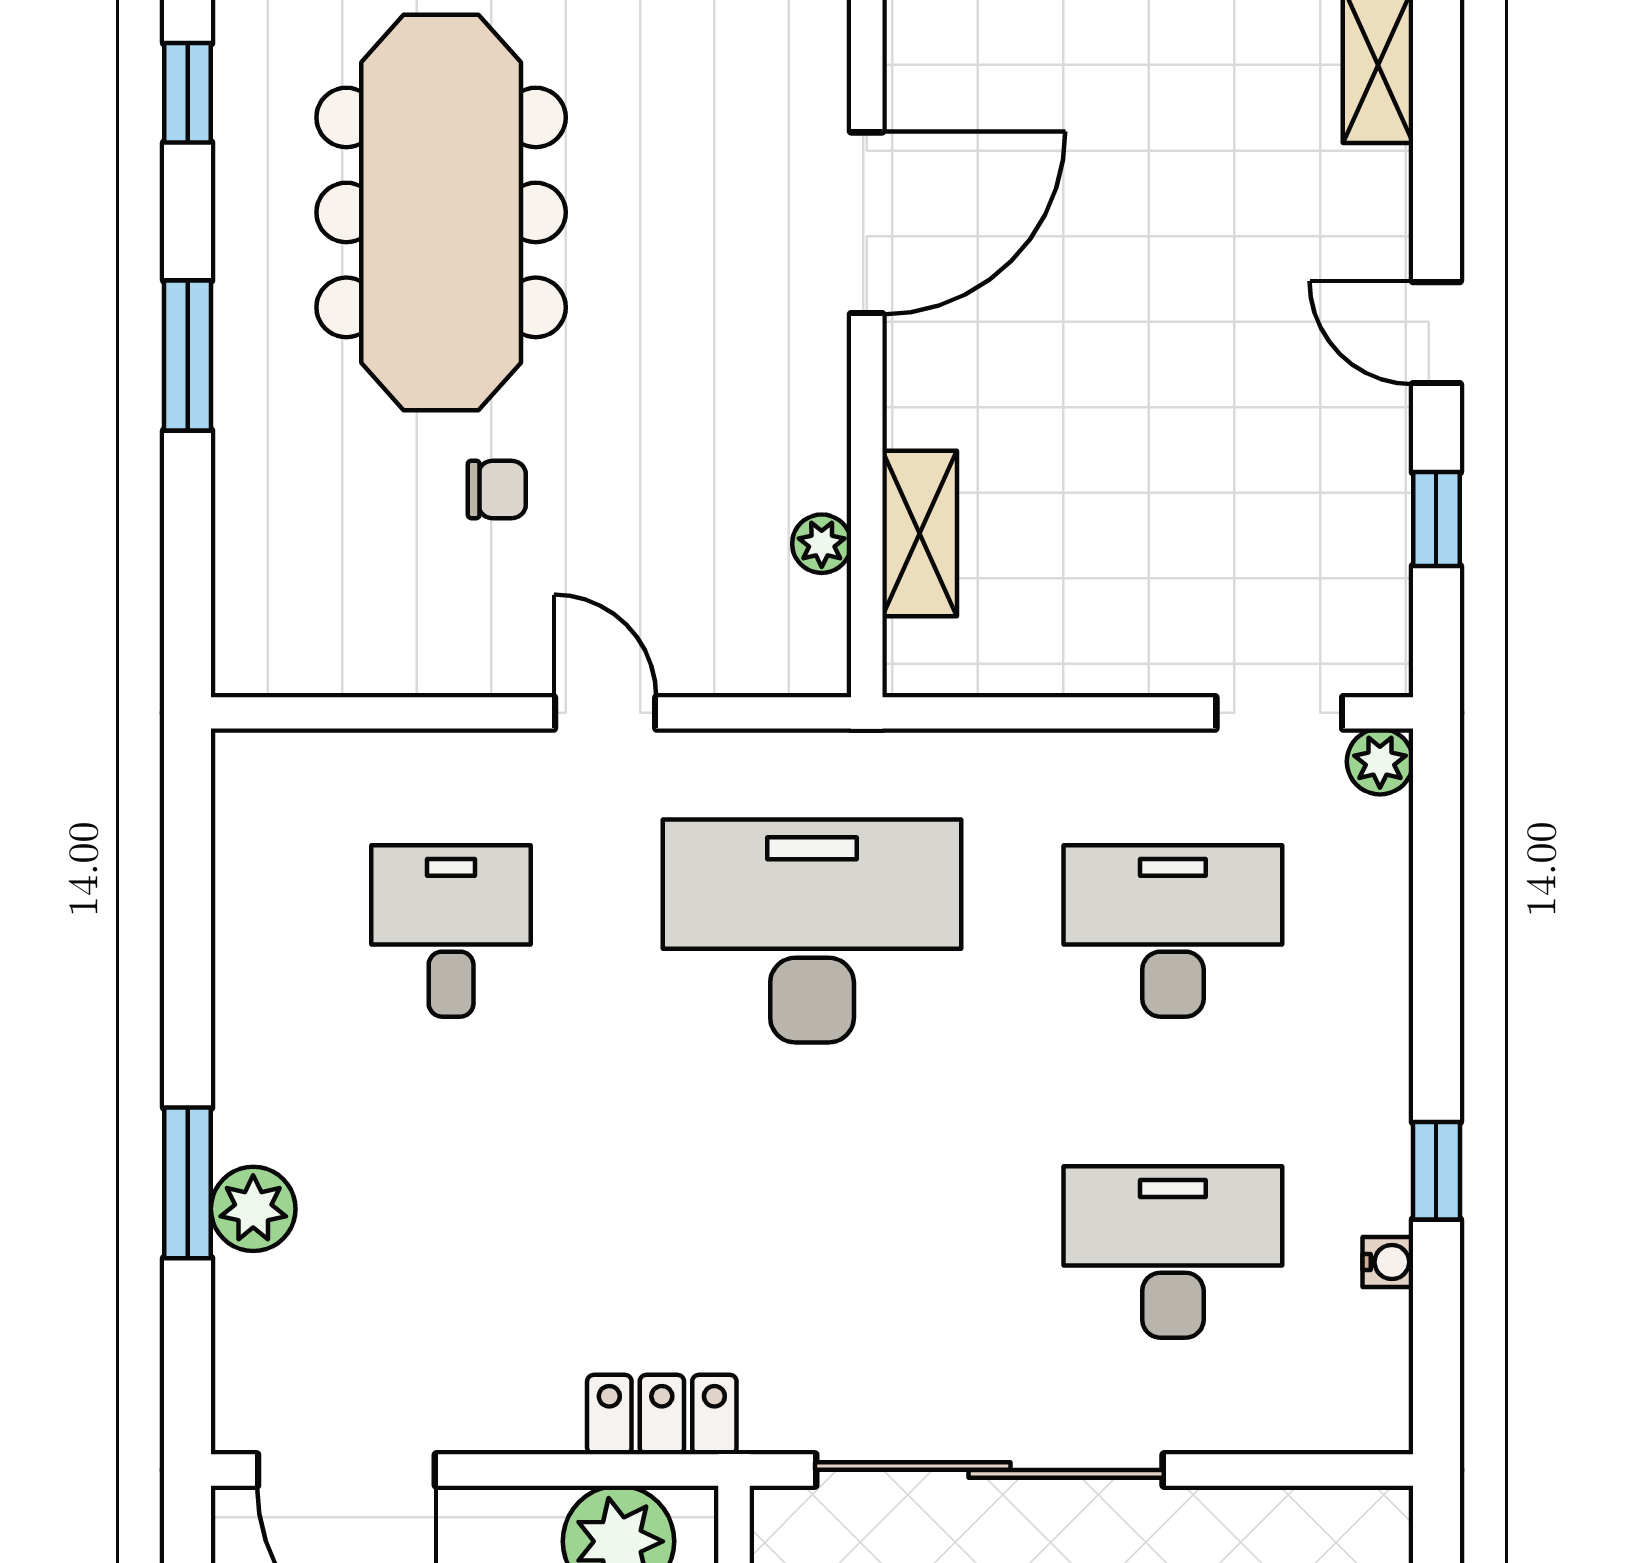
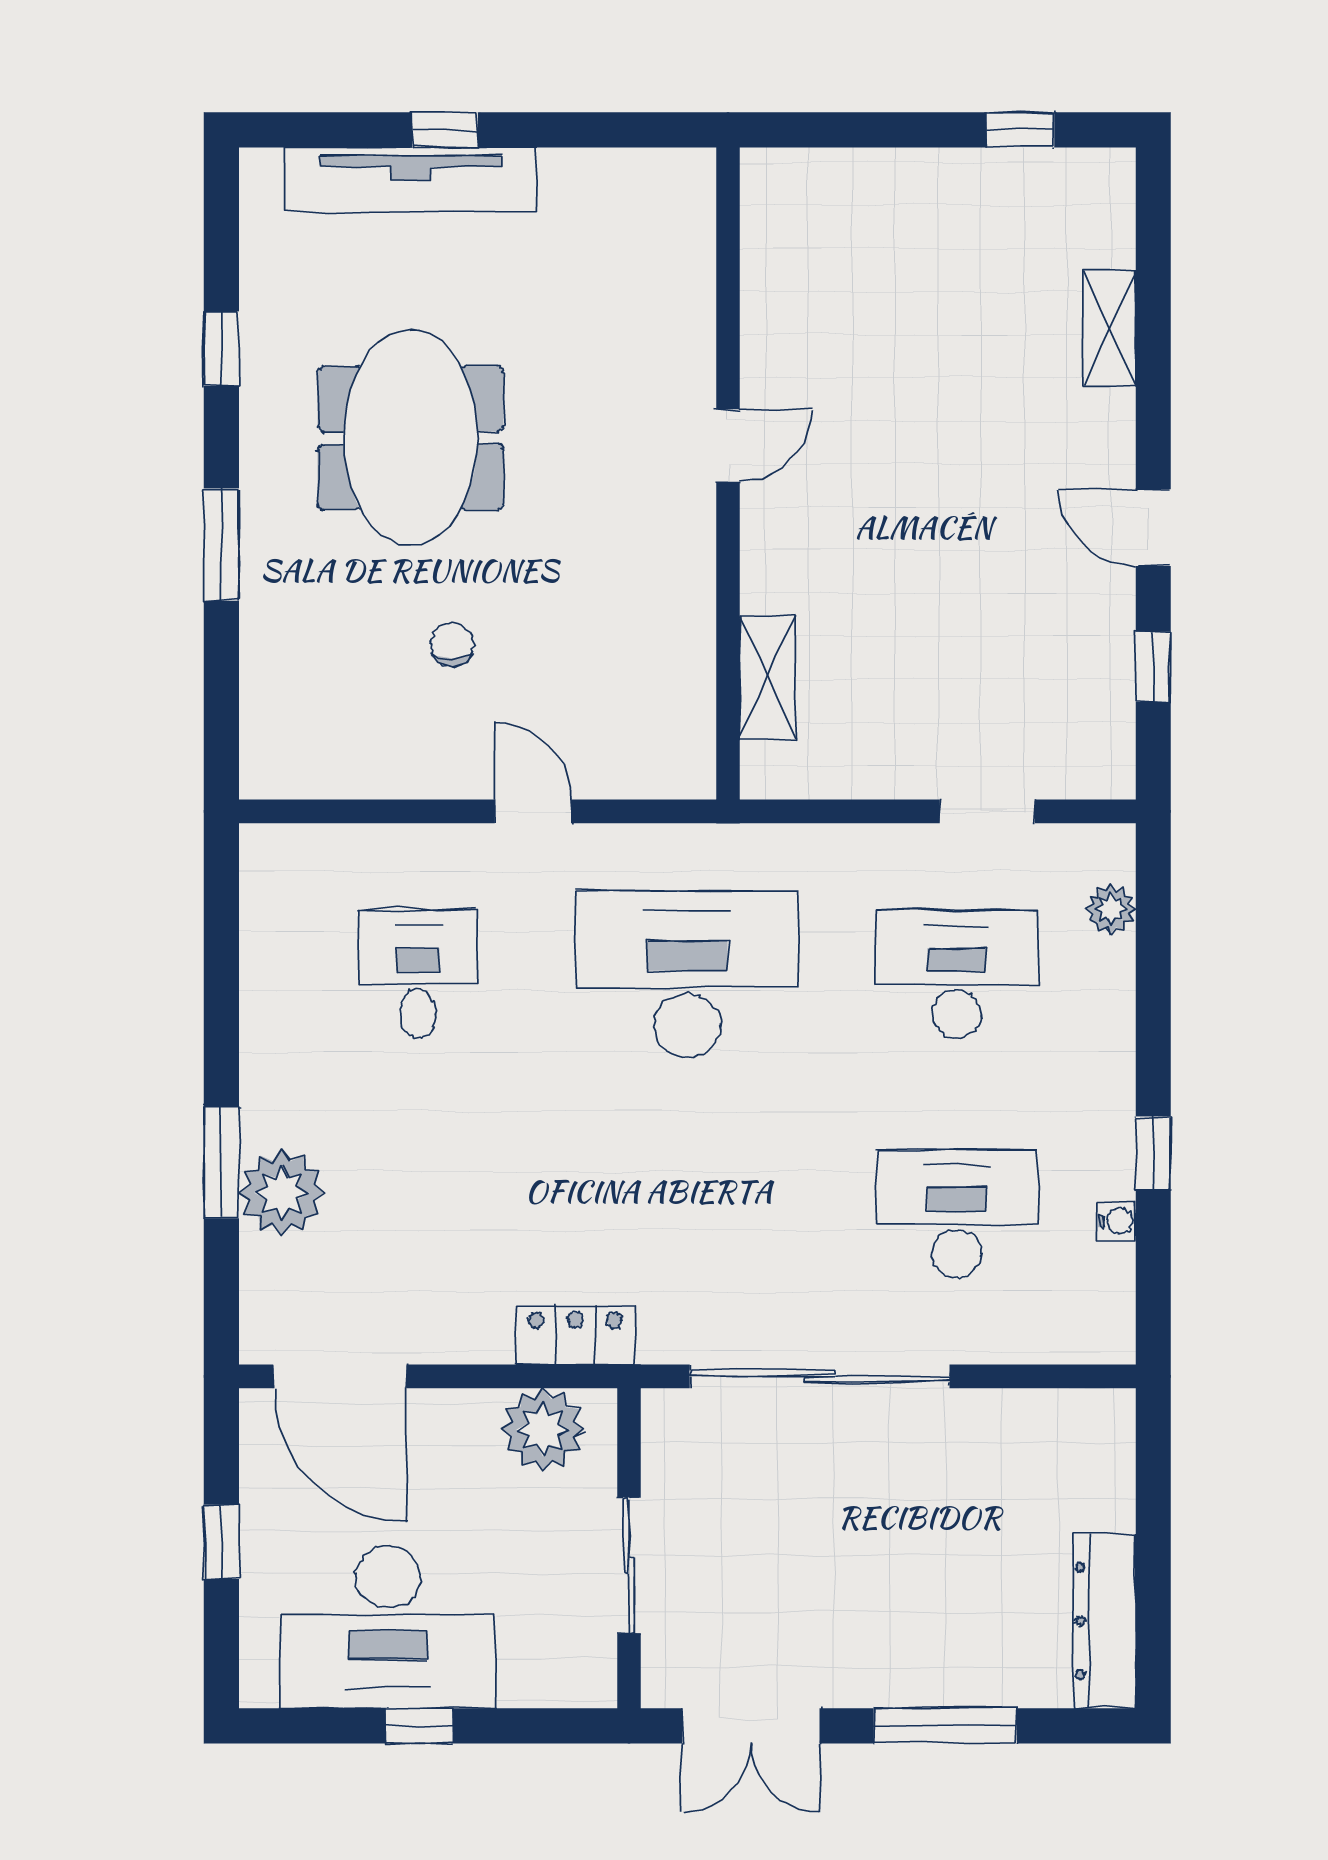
meeting table: (441, 212) -> (410, 438), width x0.73
door: (867, 223) -> (728, 446), width x0.53
chair: (497, 489) -> (452, 645), turned -90
plant: (822, 544) -> (694, 685), removed
doorway: (1279, 713) -> (987, 811), moved
plant: (1380, 762) -> (1111, 909), moved
plant: (253, 1209) -> (282, 1193), width x1.36, depth x1.36

